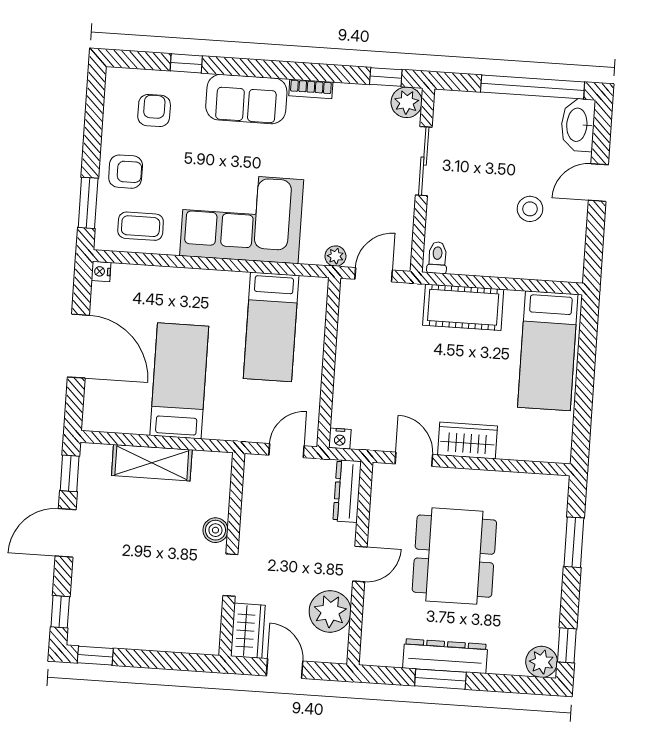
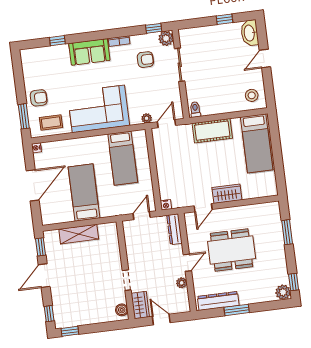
window: (533, 87) -> (225, 19), width x0.32
armchair: (154, 111) -> (145, 60), moved, turned 90
stool: (530, 209) -> (252, 95), moved
door: (78, 346) -> (33, 185), hinge flipped
door: (414, 459) -> (203, 208), swing flipped
boiler: (215, 530) -> (122, 310), moved
dining table: (454, 556) -> (232, 250), turned 90
plant: (330, 611) -> (182, 283), width x0.53, depth x0.53
dresser: (445, 656) -> (218, 301), moved

